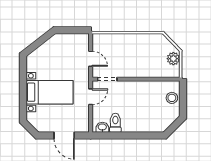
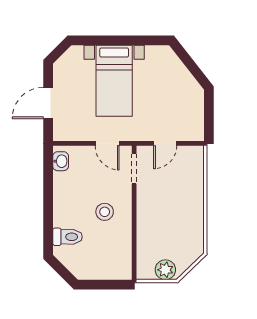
stool: (172, 98) -> (105, 212), moved
toilet: (115, 123) -> (68, 237), moved

